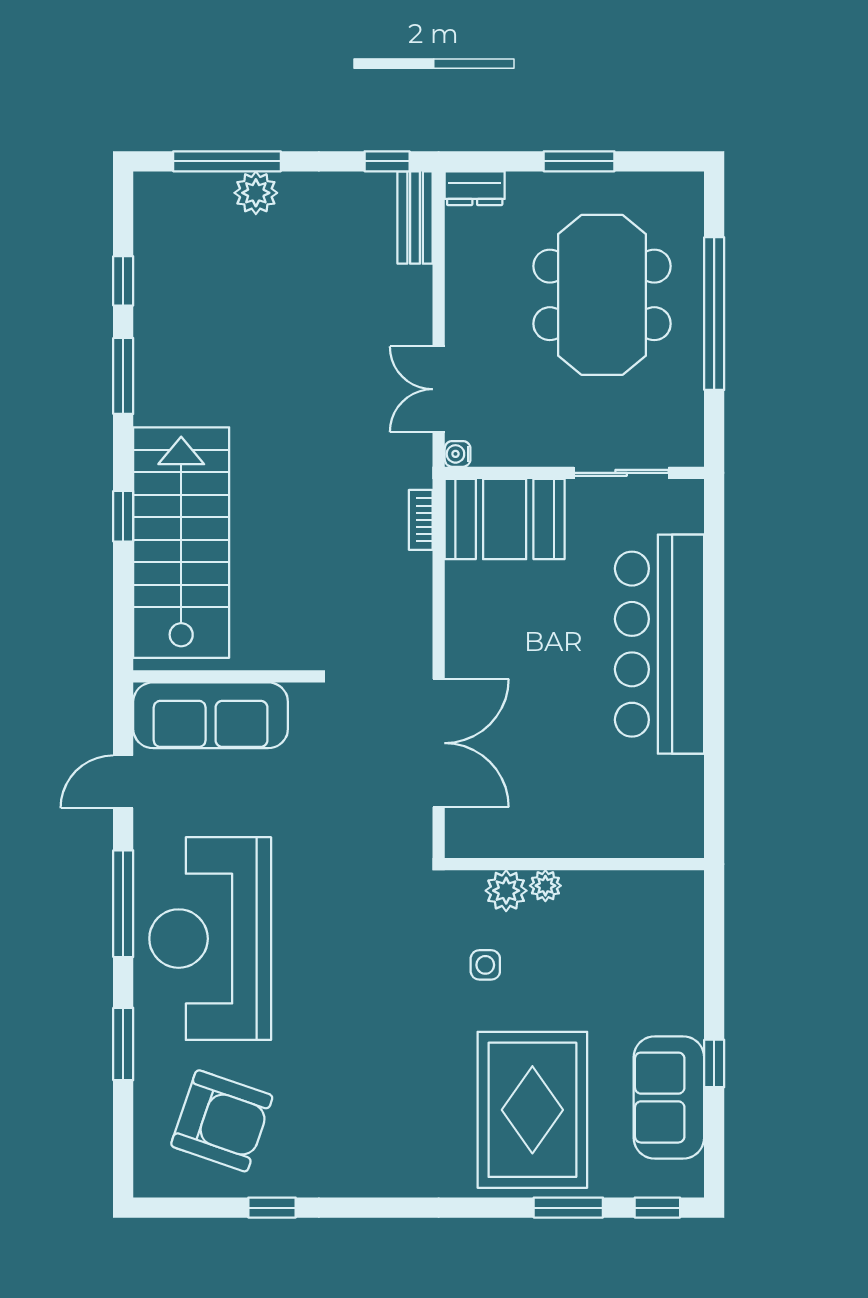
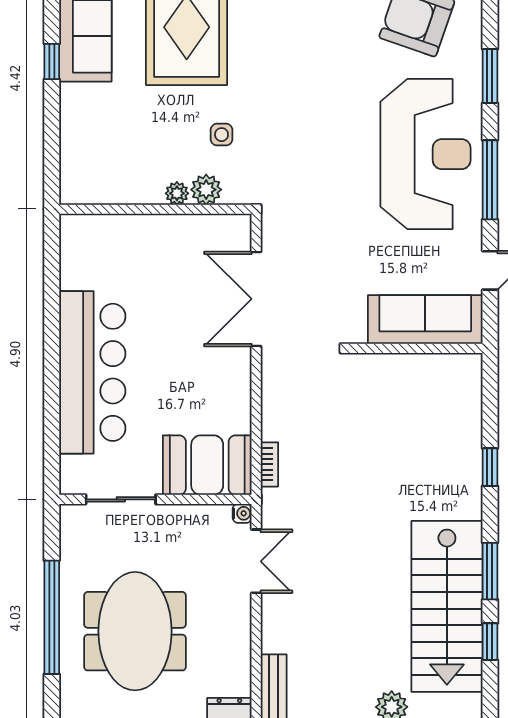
stairs: (181, 543) -> (447, 606), moved

